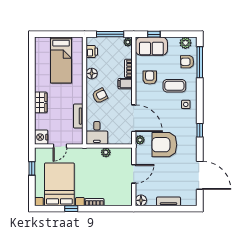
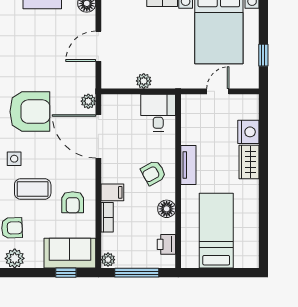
tv unit: (78, 116) -> (188, 165), moved
nightstand: (41, 137) -> (248, 132), moved
armchair: (164, 145) -> (30, 112), moved

